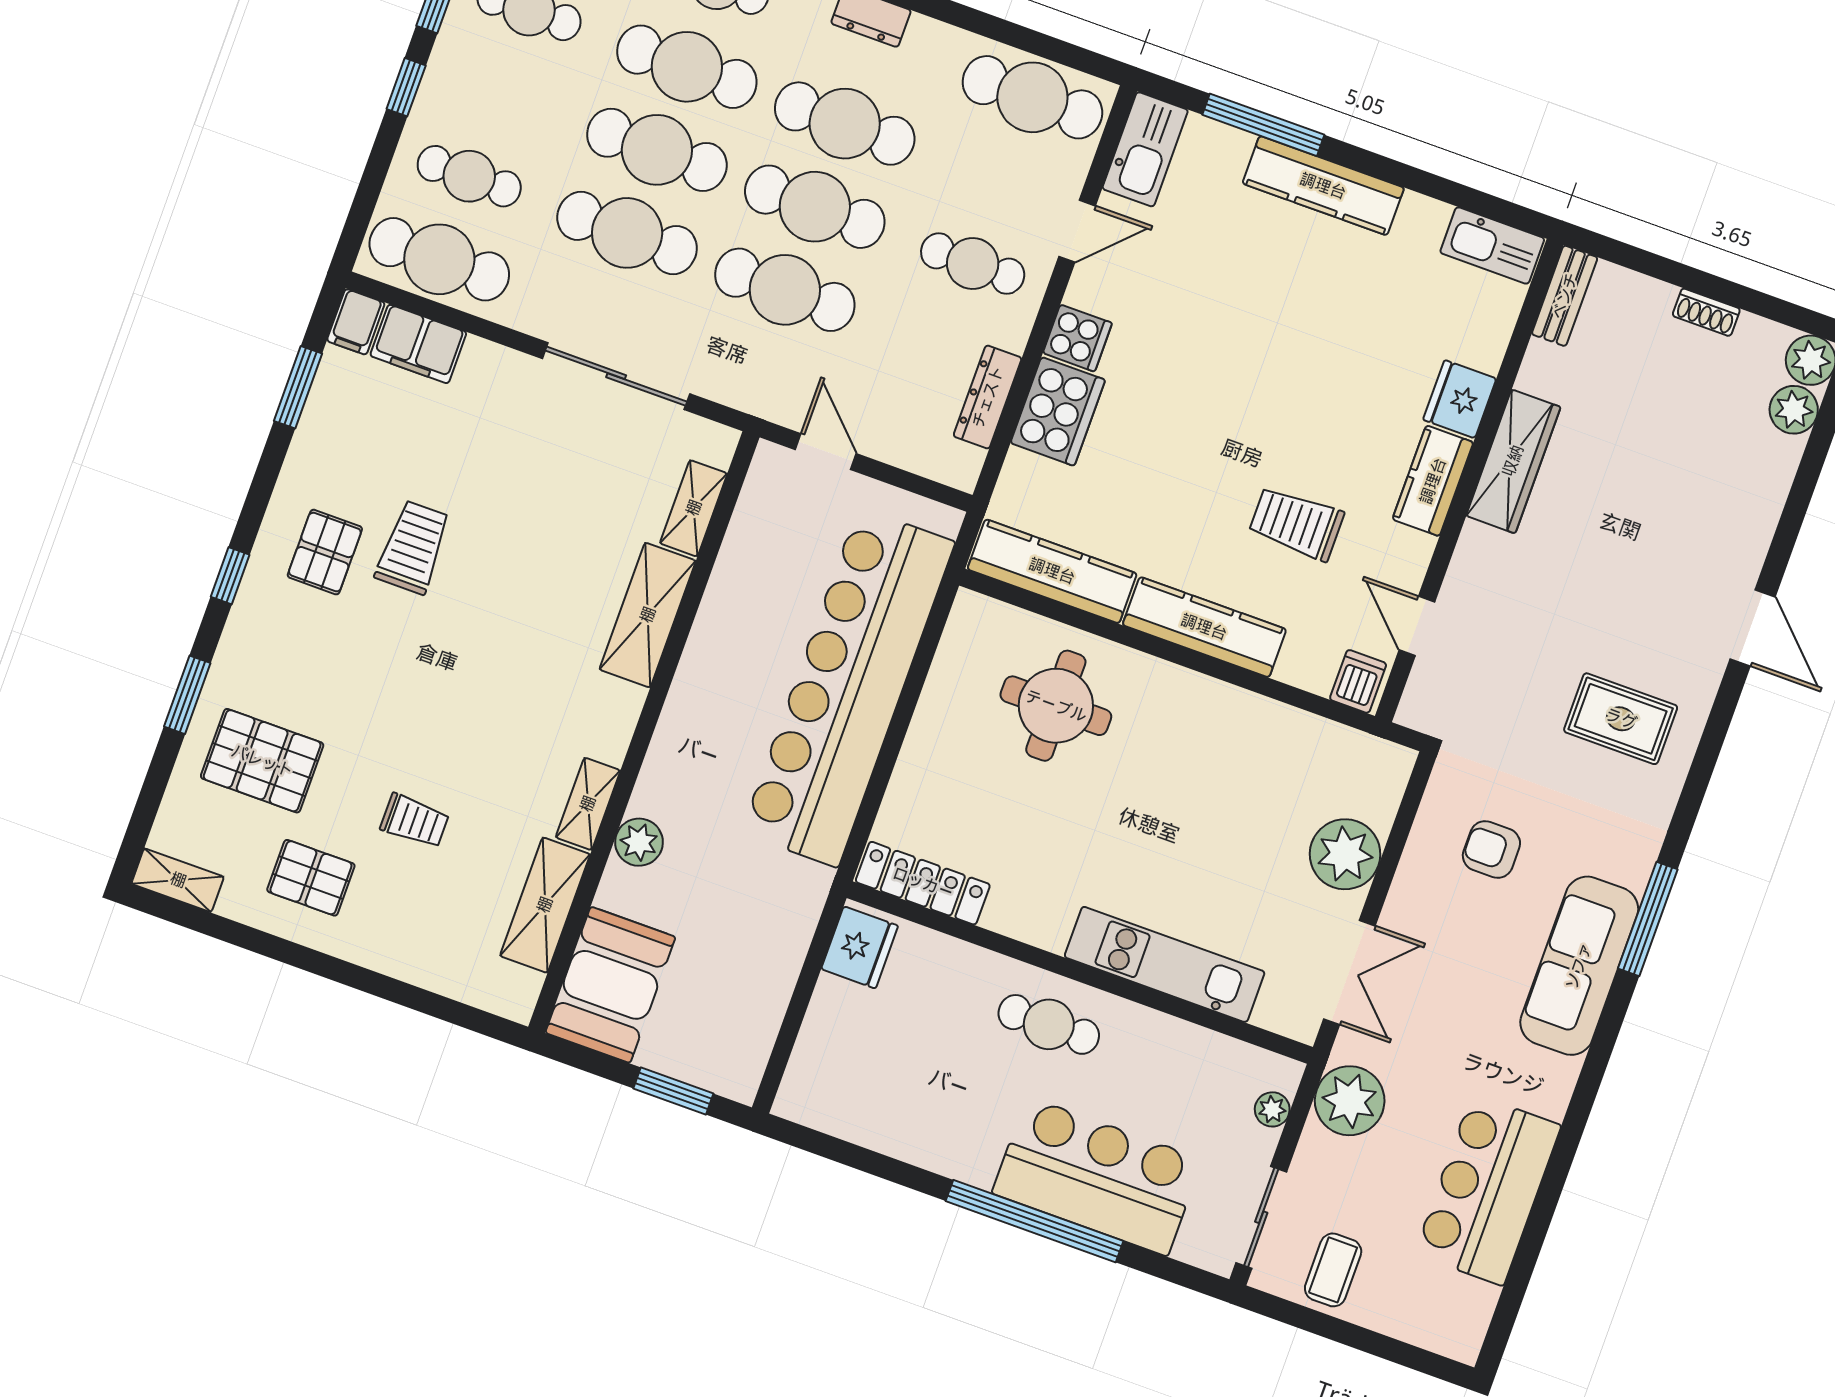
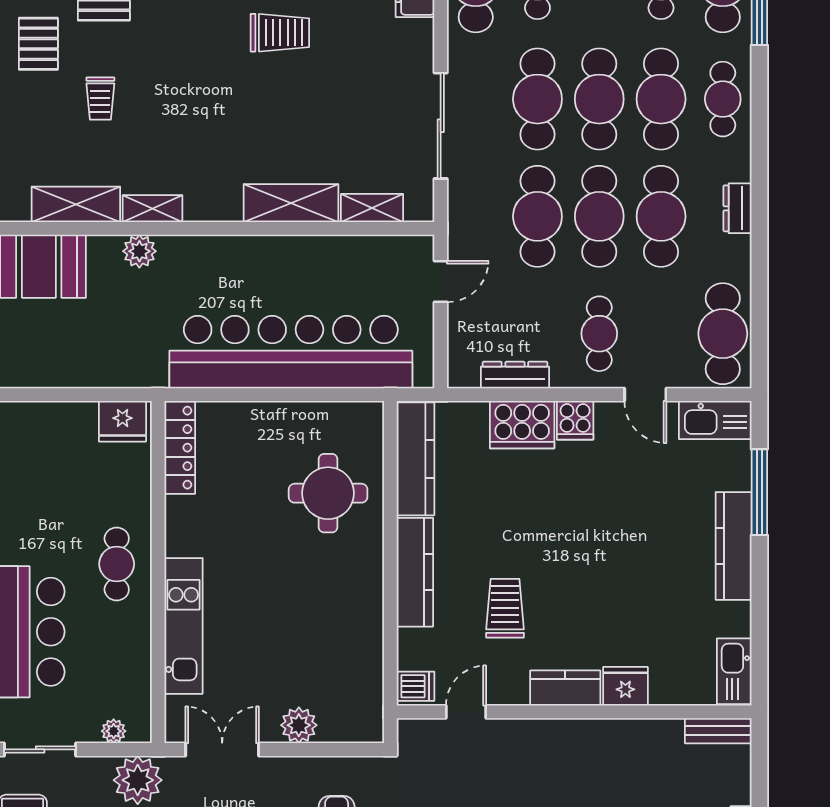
wardrobe: (1513, 461) -> (597, 736), removed
plant: (1345, 854) -> (299, 725), width x0.73, depth x0.73
double door: (1349, 972) -> (222, 749), swing flipped

